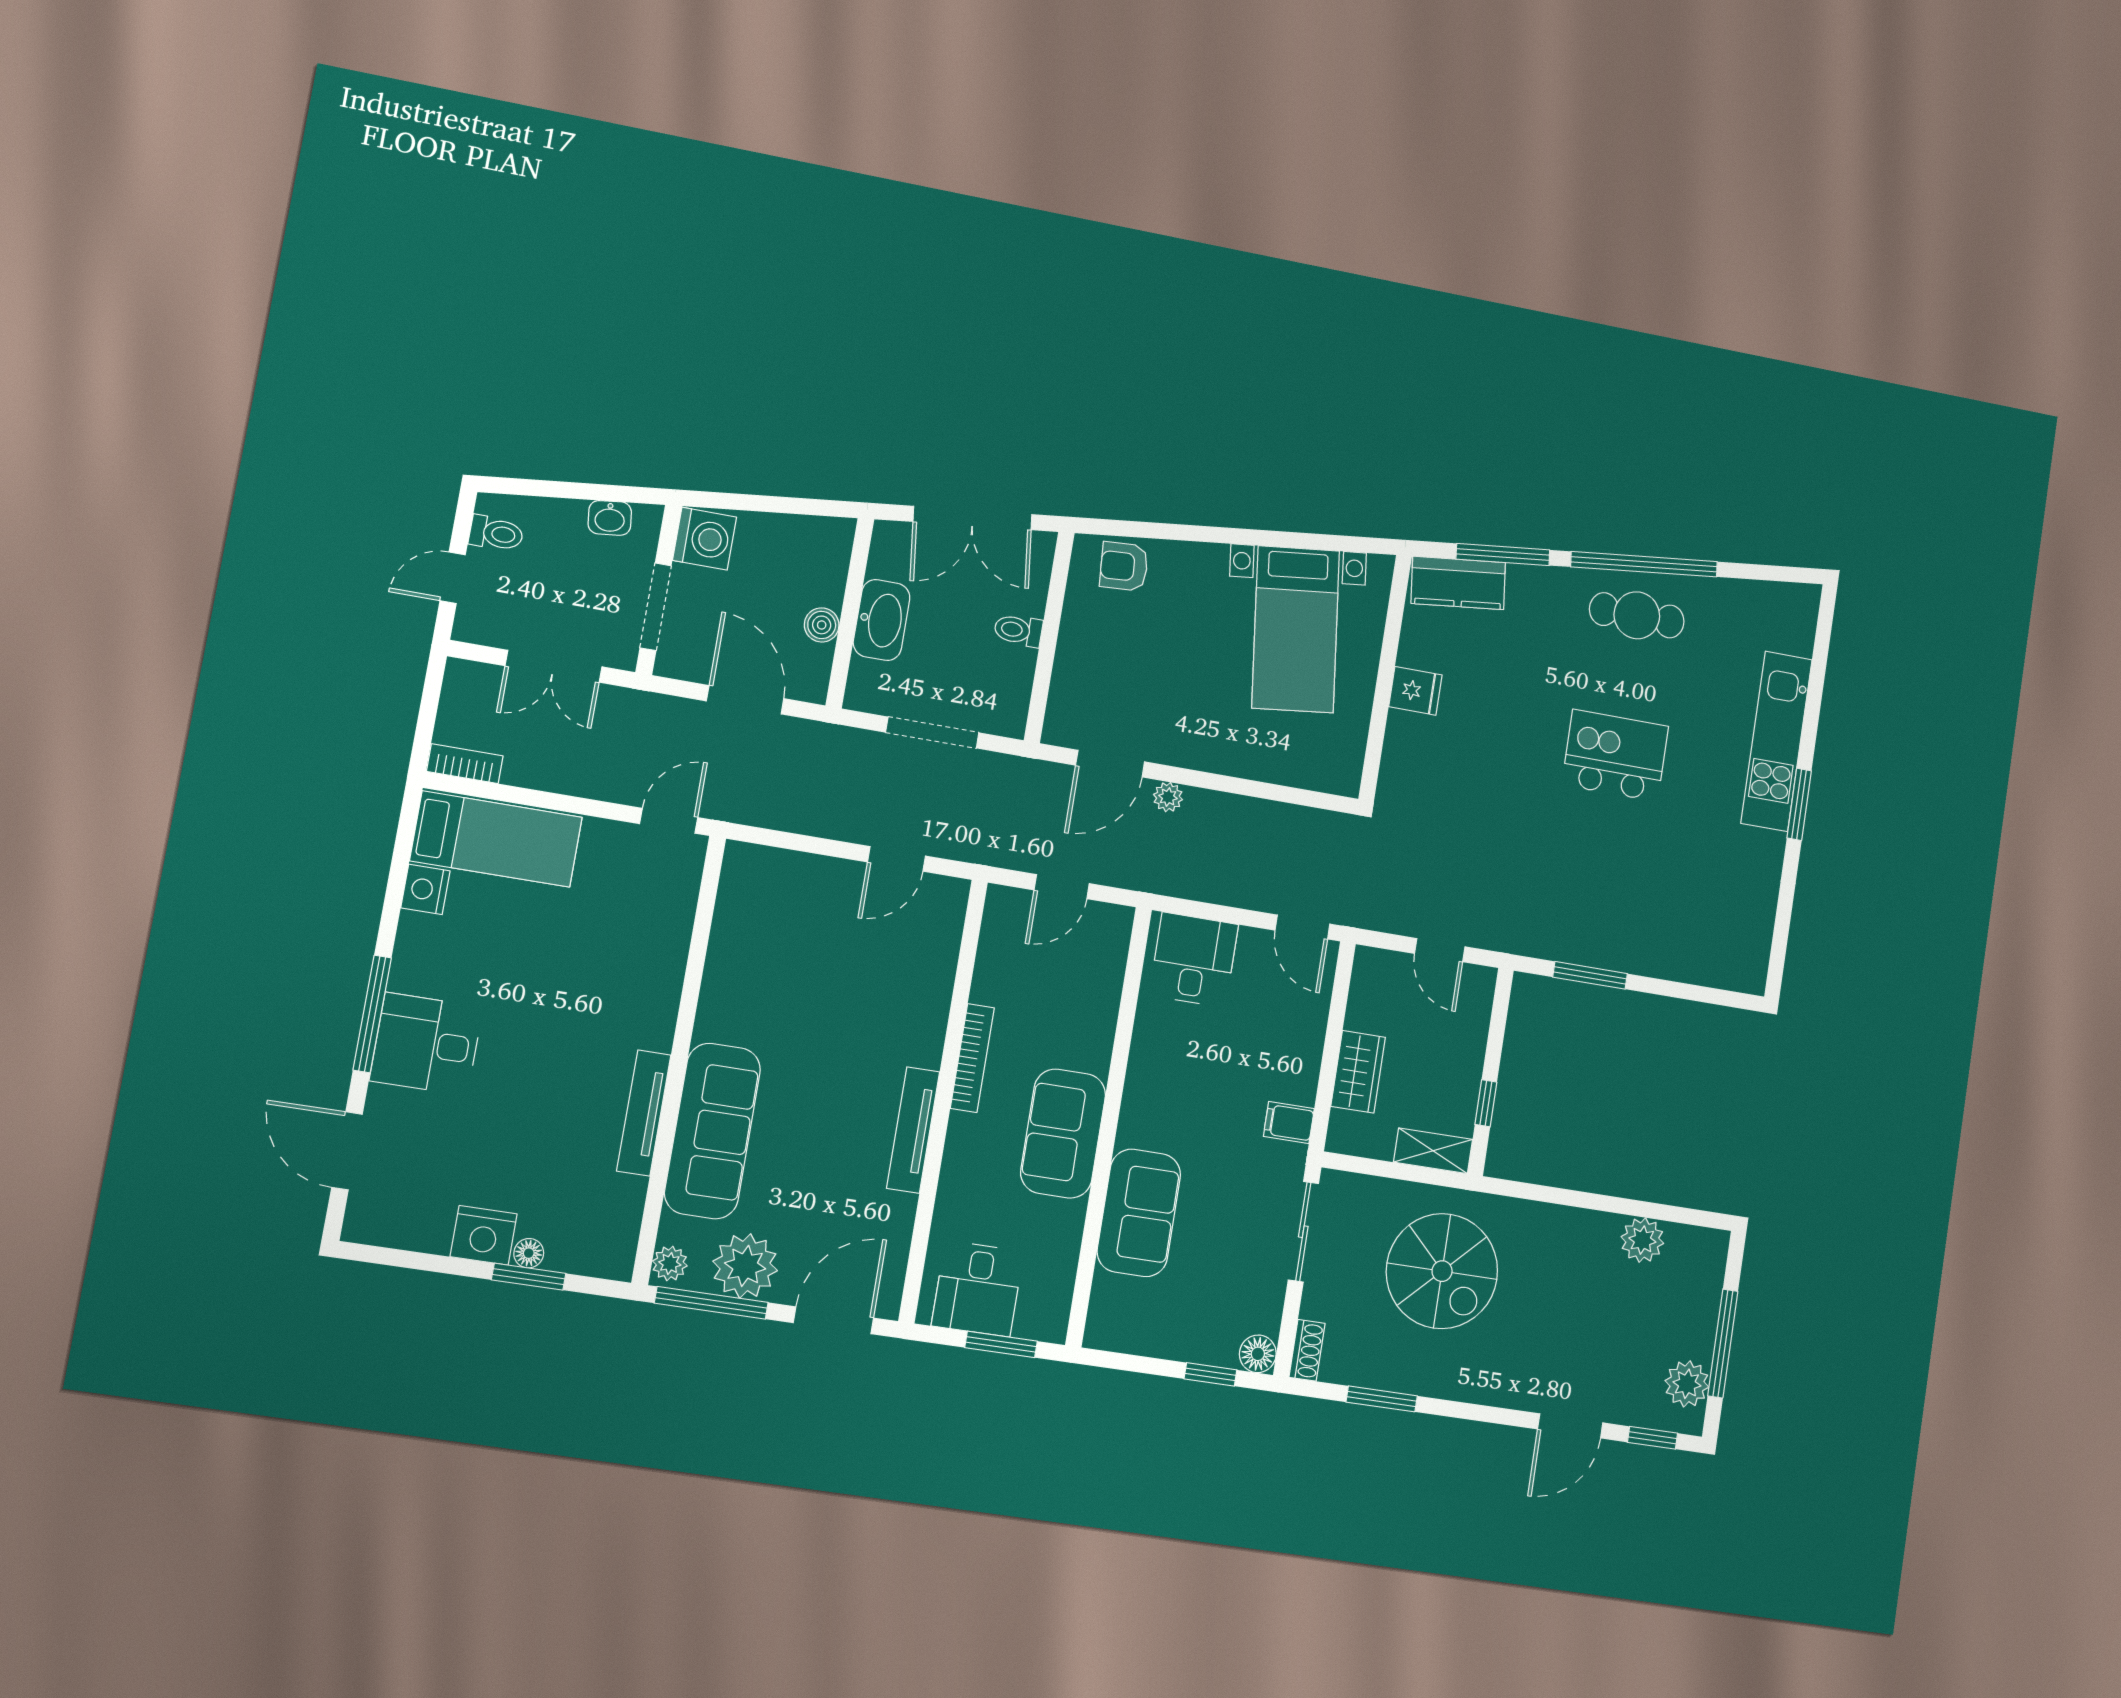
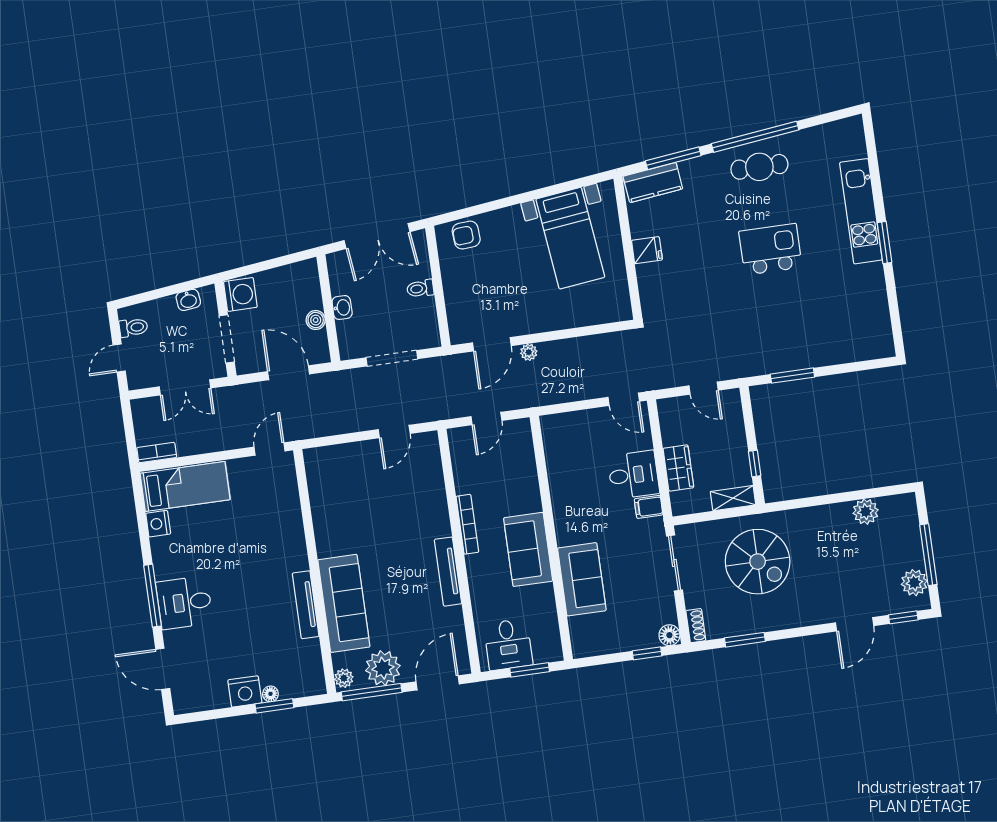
washbasin: (882, 620) -> (342, 308), width x0.52, depth x0.69
desk: (1194, 960) -> (633, 475), moved, turned 90

